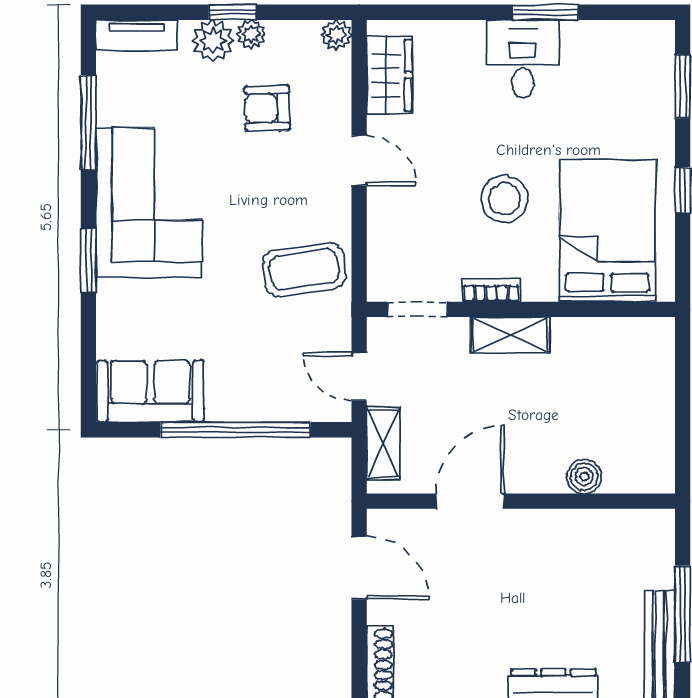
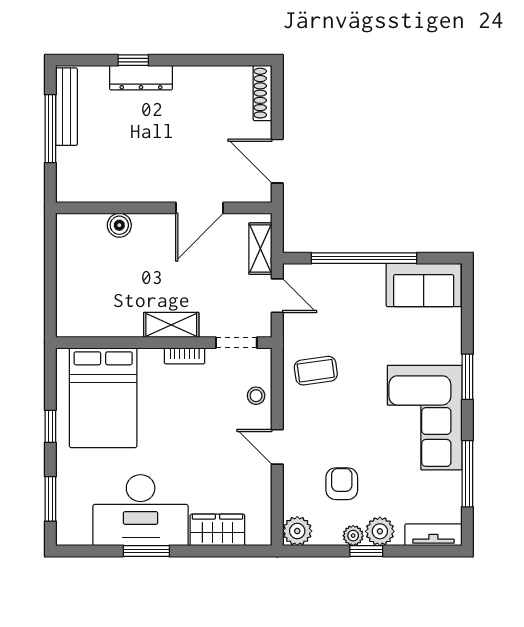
plant: (336, 35) -> (297, 531), width x1.38, depth x1.38
desk: (522, 59) -> (141, 510), width x1.87, depth x1.30
wardrobe: (389, 75) -> (217, 530), moved, turned 90
armchair: (267, 108) -> (342, 484), turned -89
stool: (504, 199) -> (256, 396), moved, width x0.53, depth x0.53
coffee table: (304, 269) -> (316, 371), width x0.73, depth x0.77

